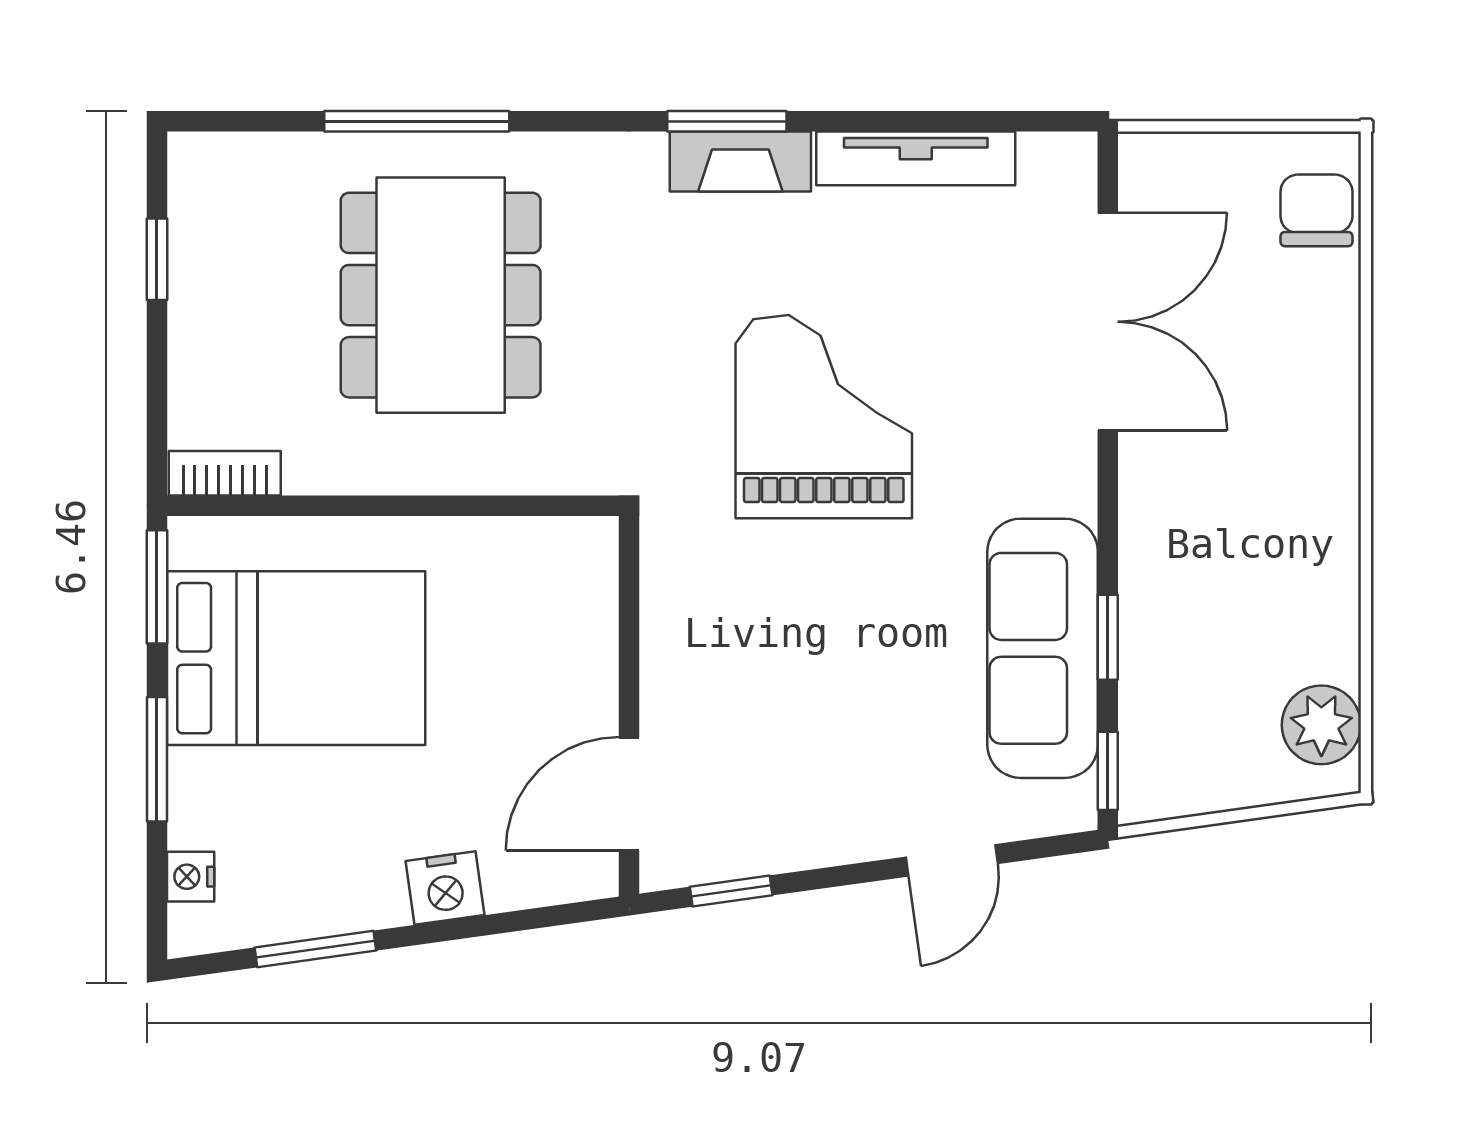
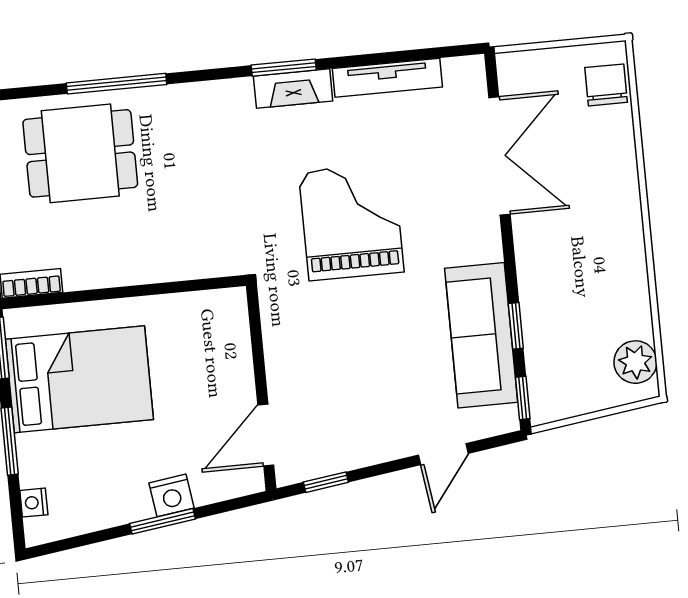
dining table: (441, 295) -> (80, 153), moved, width x0.73
window: (315, 949) -> (163, 521), moved

